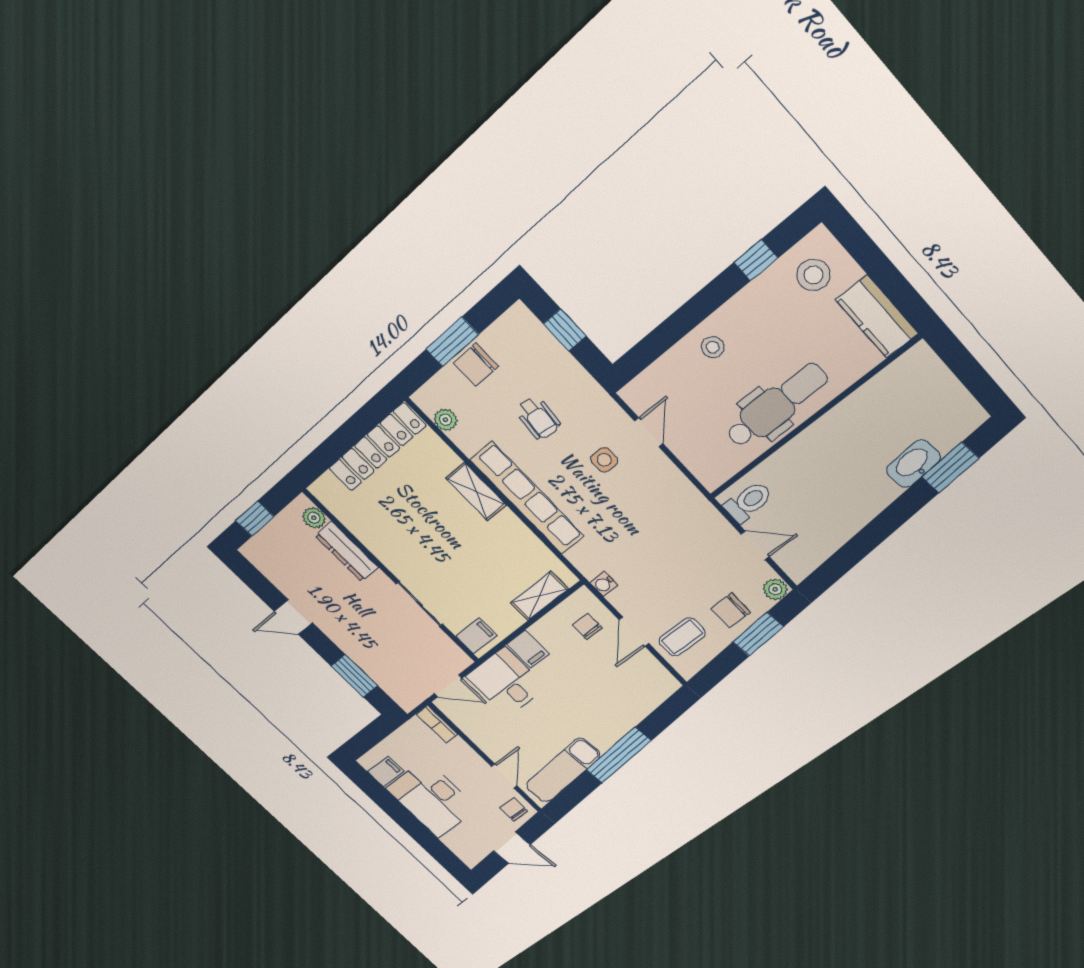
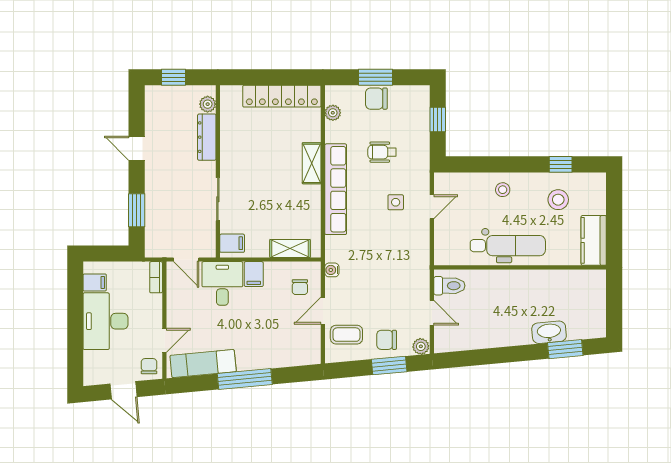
stool: (813, 275) -> (558, 200), moved
wheelchair: (538, 418) -> (382, 152), turned 84
chair: (587, 626) -> (300, 287), turned 180

